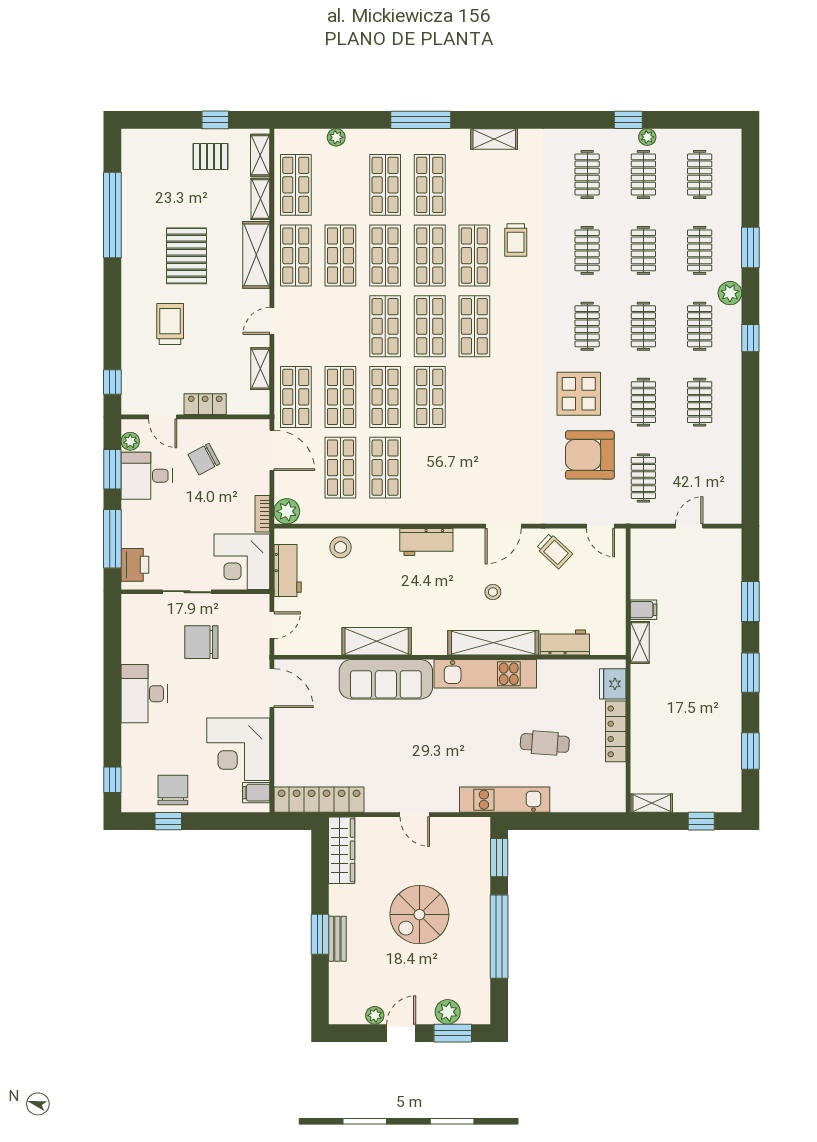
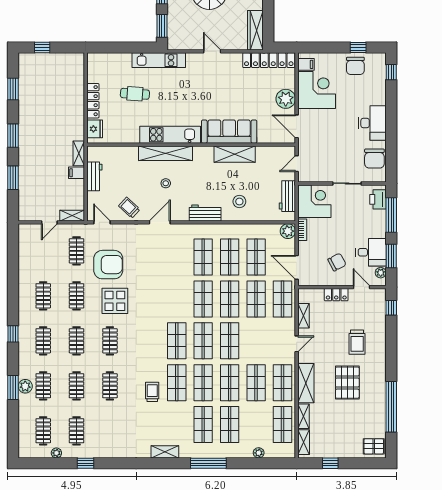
plant: (647, 137) -> (56, 453), moved
pallet: (210, 156) -> (374, 446), moved
clothes rail: (587, 174) -> (110, 431), removed
plant: (730, 293) -> (25, 386), moved
shop shelf: (430, 468) -> (203, 257), added
stool: (340, 547) -> (239, 202), moved
chair: (201, 642) -> (374, 159), moved, turned 90
workbench: (565, 642) -> (94, 176), moved, turned -90
plant: (290, 734) -> (286, 99), added
shelving: (652, 803) -> (72, 216), moved

